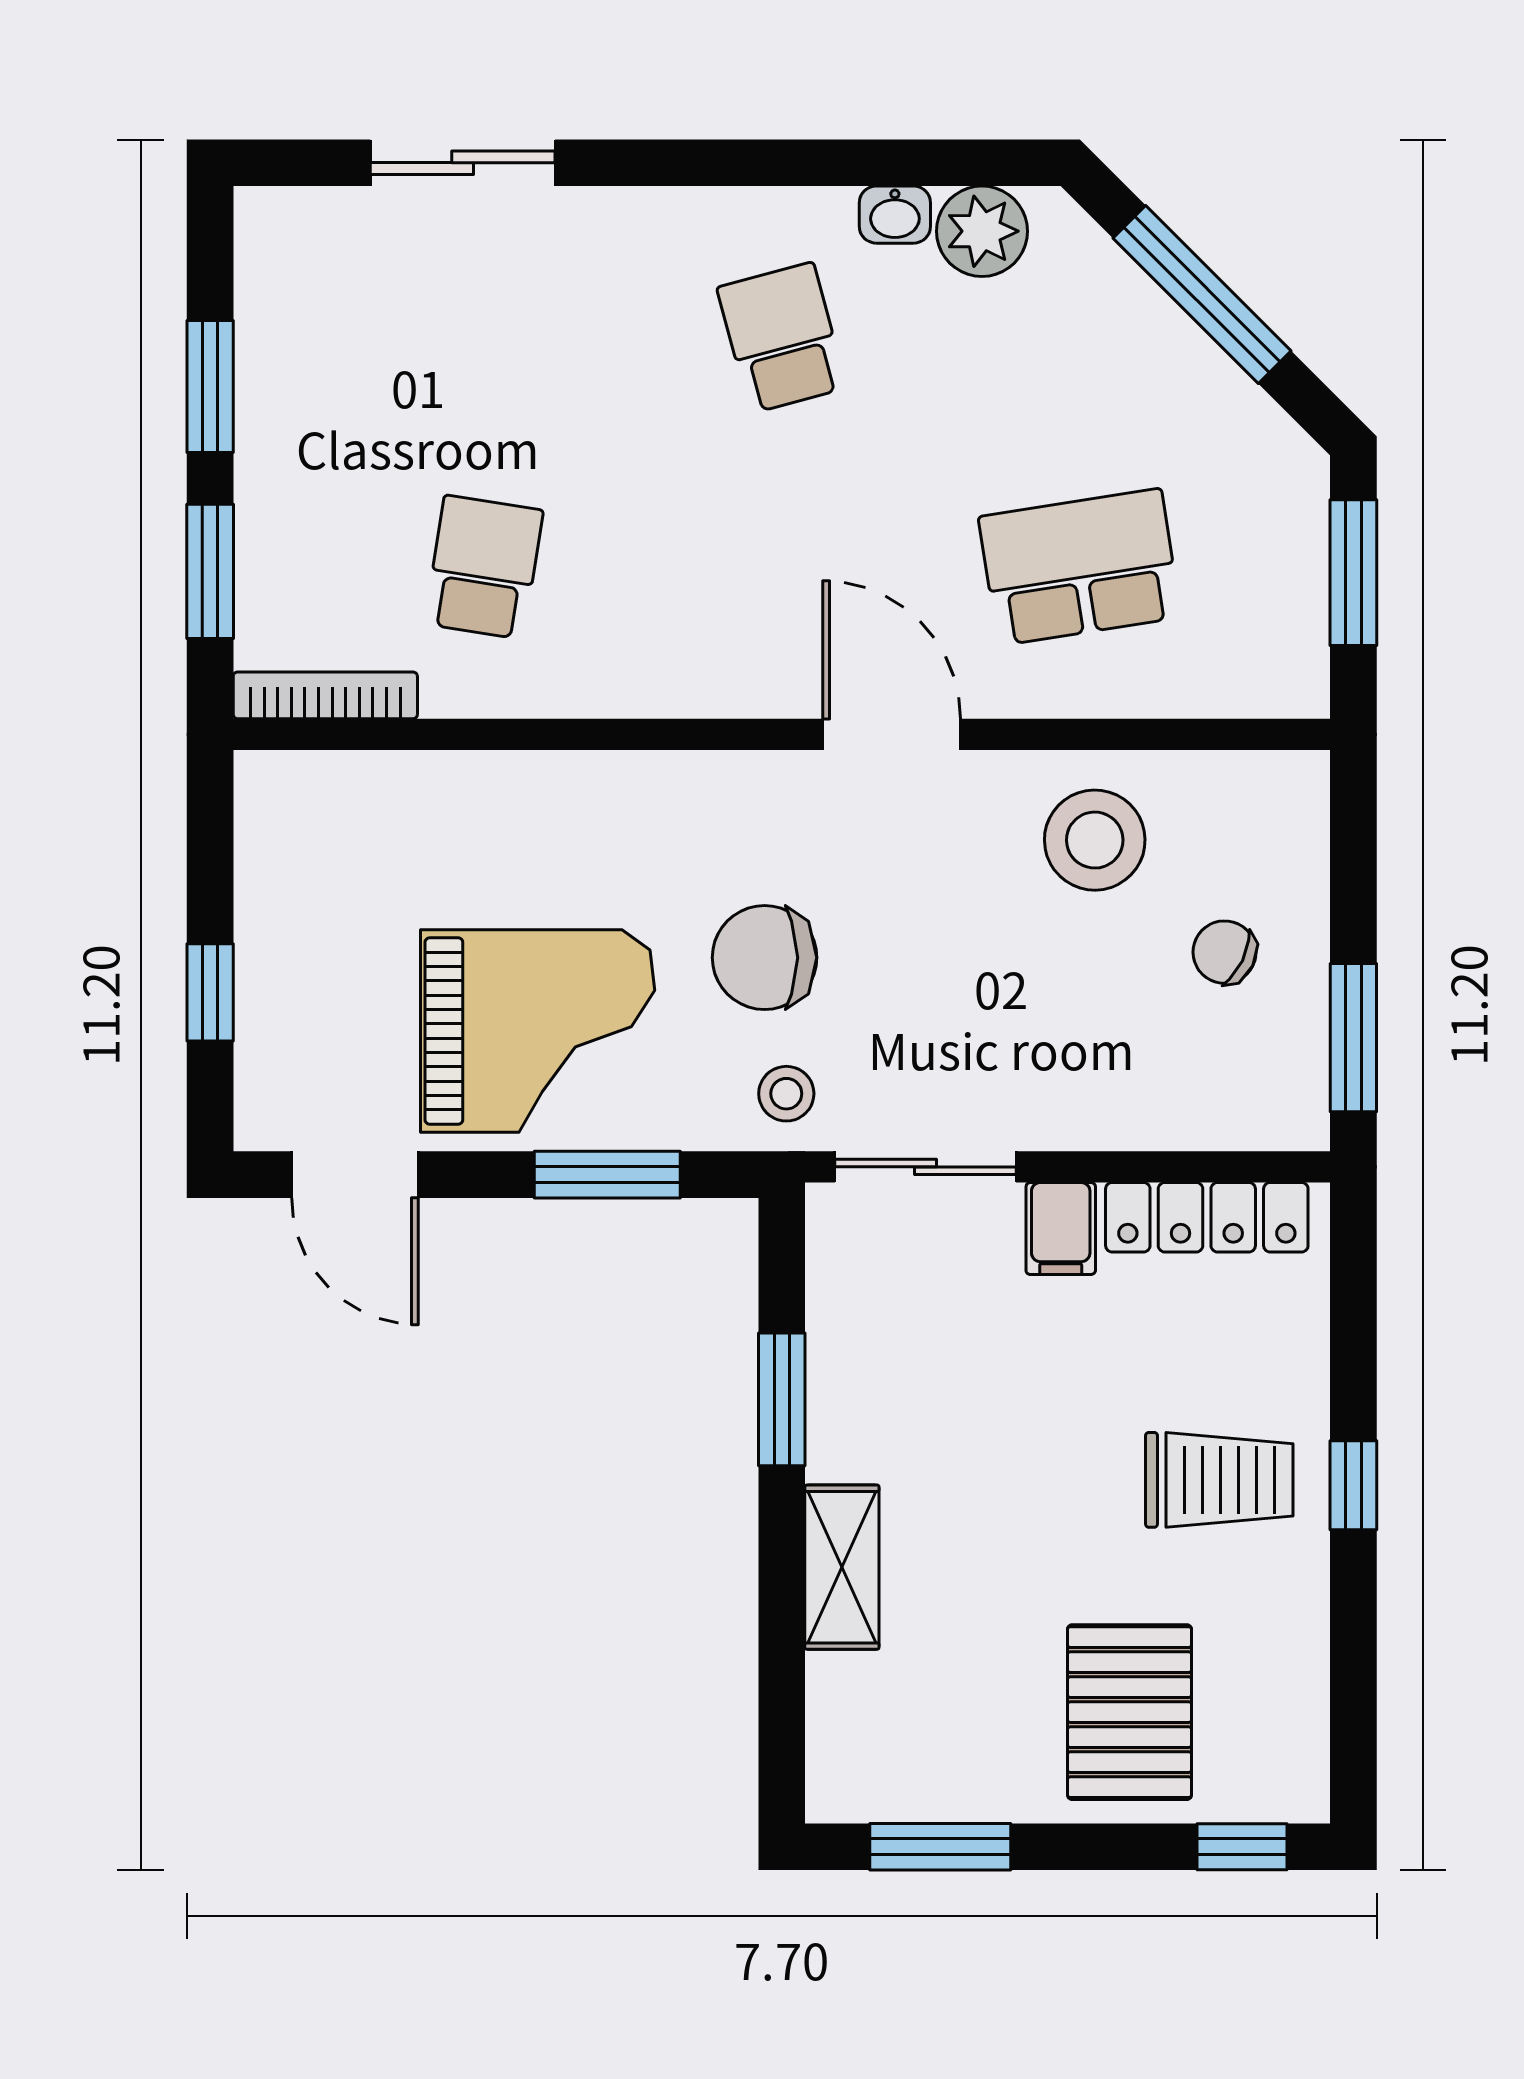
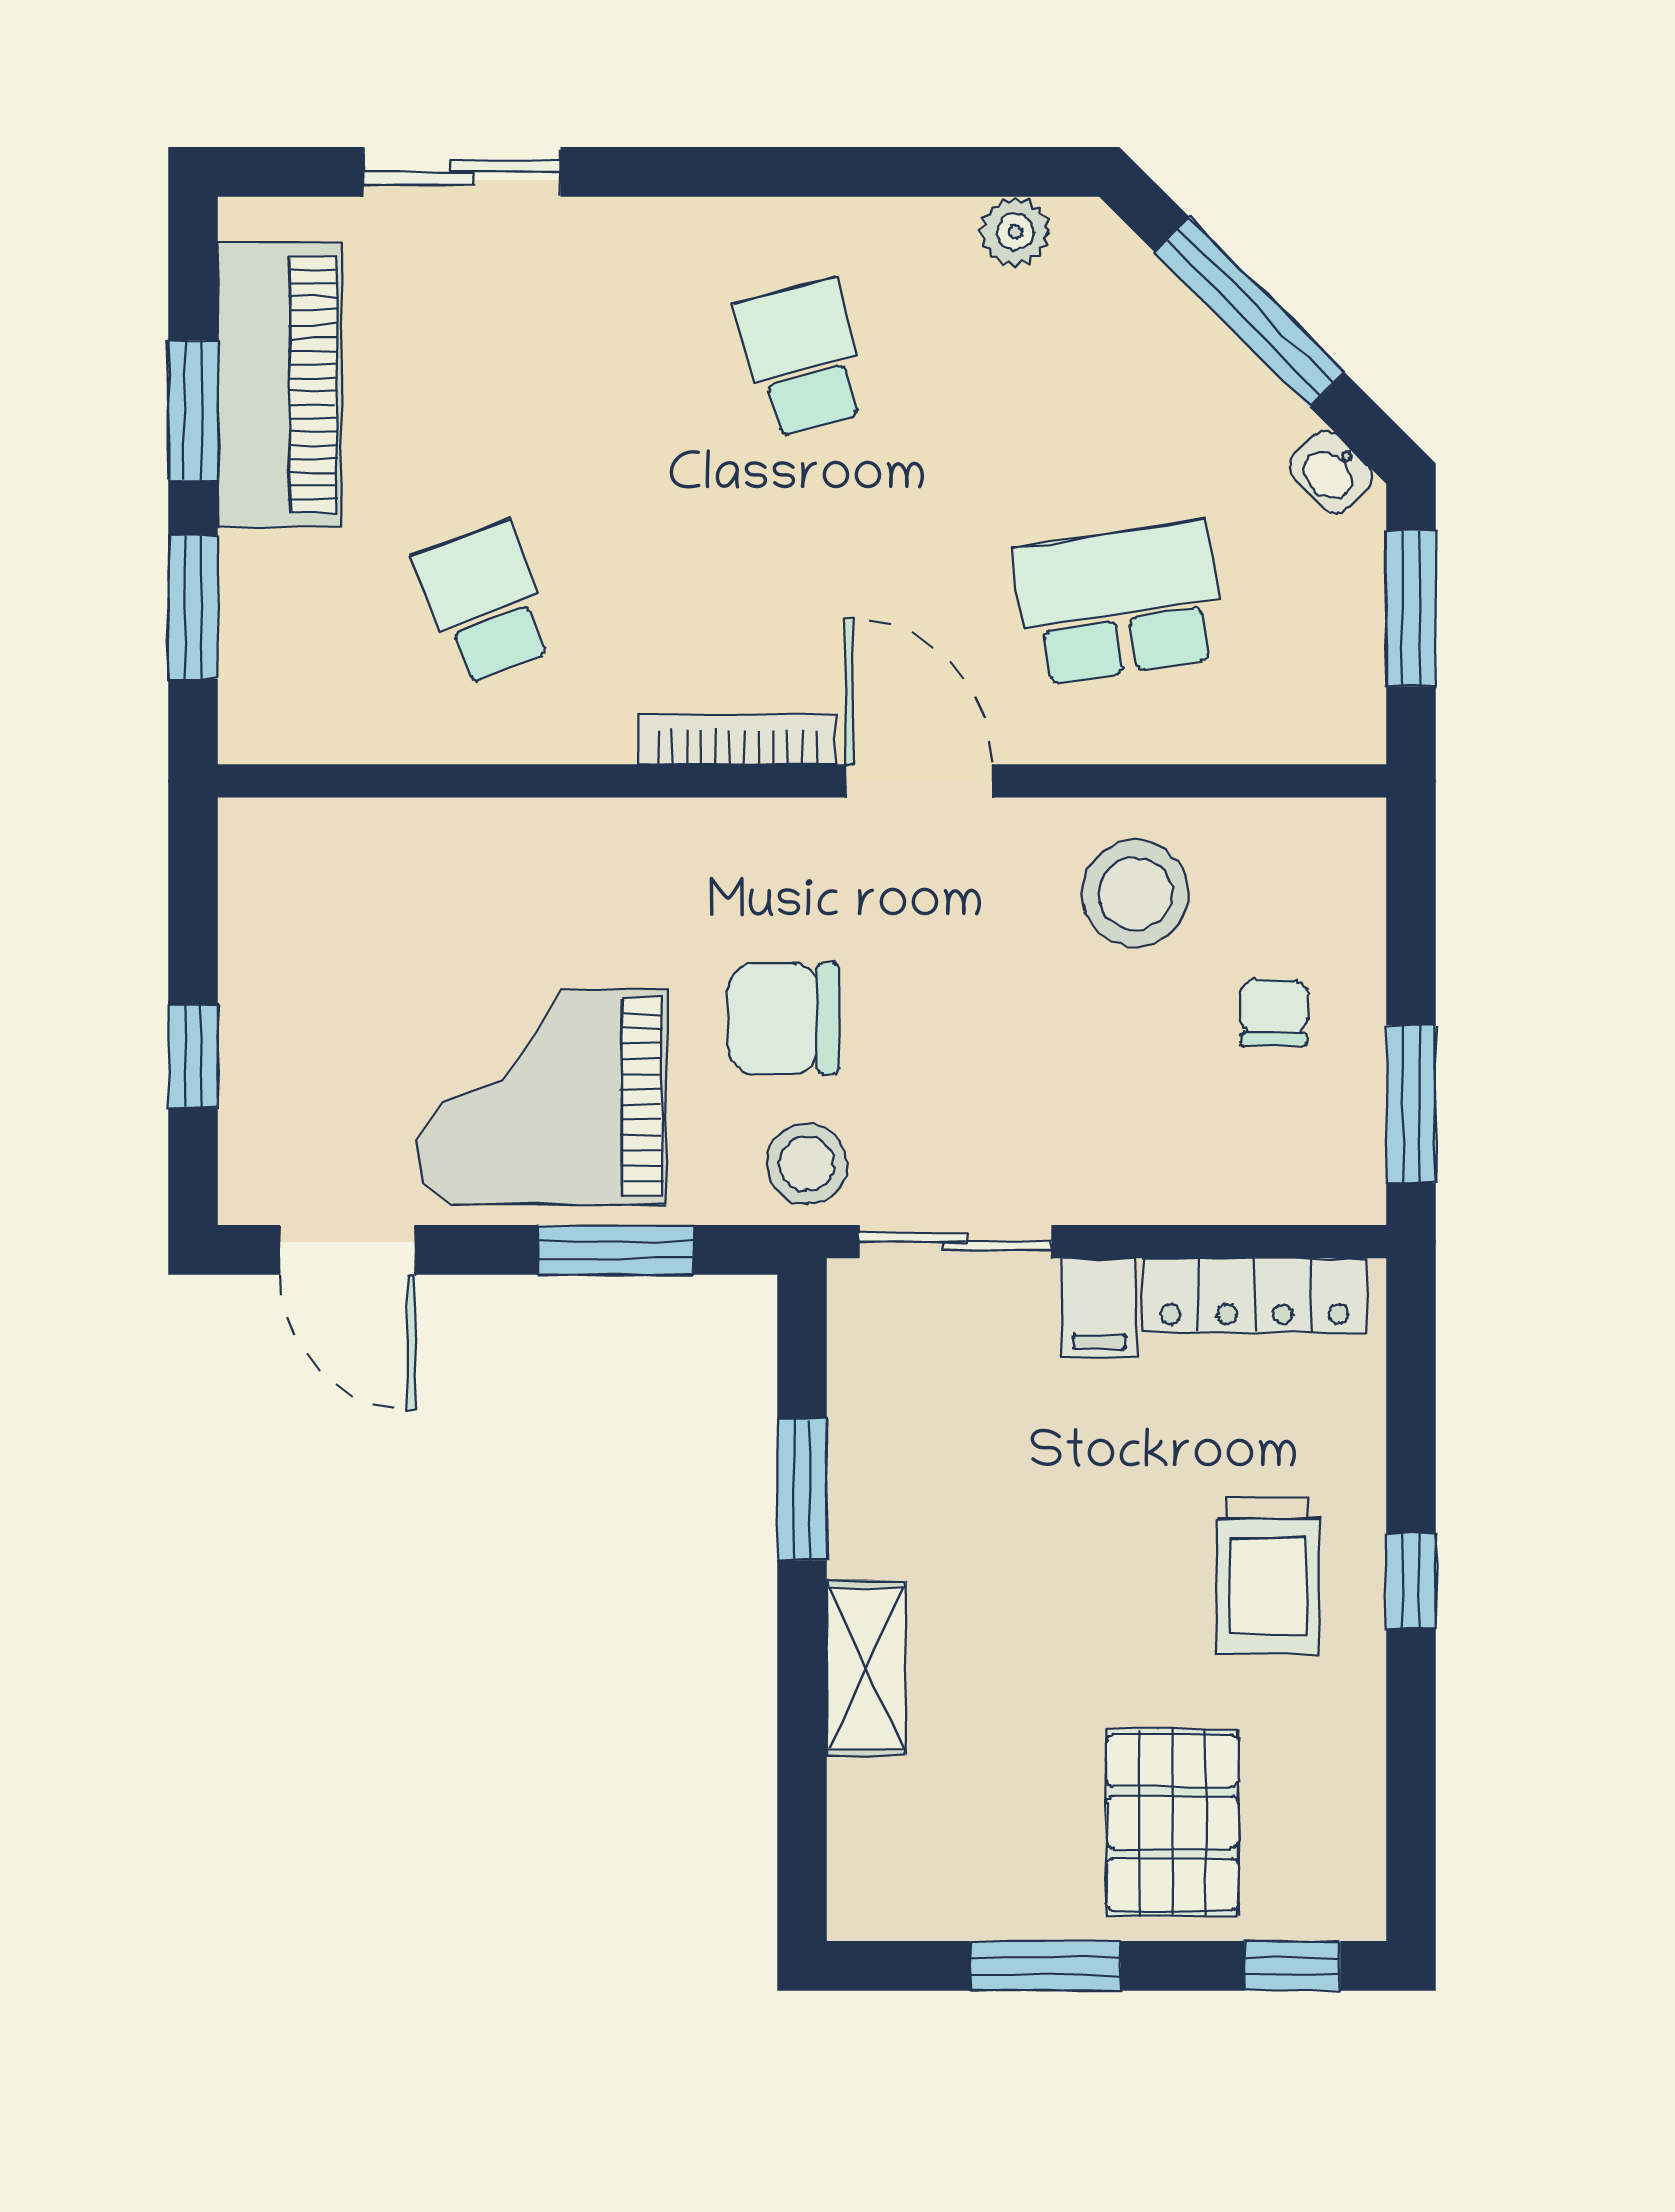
washbasin: (895, 215) -> (1331, 472), moved, turned 45
plant: (982, 231) -> (1015, 232), width x0.73, depth x0.73
piano: (291, 362) -> (280, 385), added
school desk: (484, 567) -> (485, 603), turned -30
bookcase: (325, 695) -> (737, 739), moved
chair: (1225, 952) -> (1274, 1013), turned 64
grand piano: (538, 1031) -> (542, 1097), turned 180
stool: (786, 1094) -> (807, 1164), width x1.37, depth x1.37
trolley: (1219, 1480) -> (1268, 1575), turned 90
window: (940, 1847) -> (1046, 1966), moved

